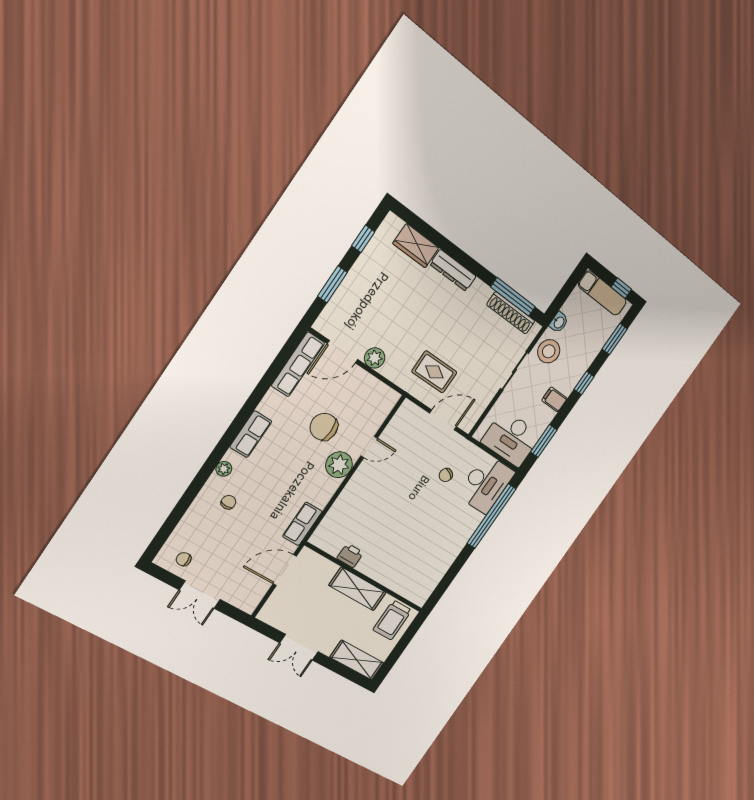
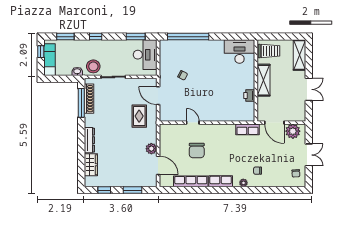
row of seats: (298, 364) -> (191, 181), moved
filing cabinet: (554, 399) -> (113, 46), removed
plant: (339, 465) -> (293, 131), moved
desk: (486, 484) -> (240, 52), moved

